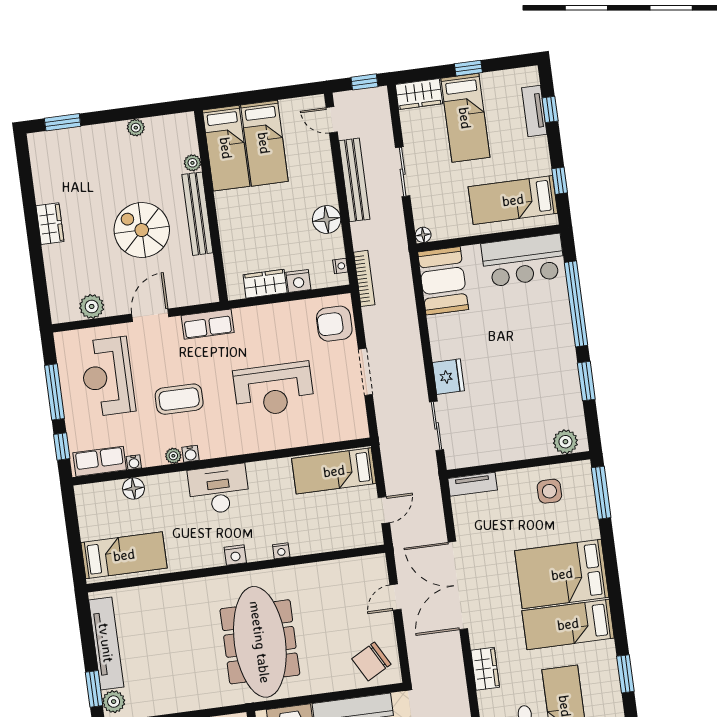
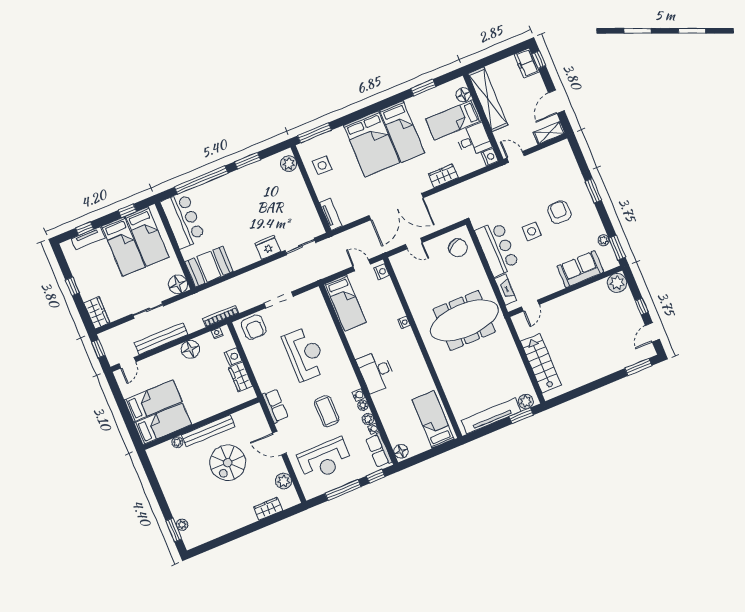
bed: (465, 118) -> (123, 246), moved, turned 90
plant: (136, 128) -> (182, 525), moved
wardrobe: (50, 224) -> (268, 509), moved
floor lamp: (423, 235) -> (178, 284), width x1.89, depth x1.89
plant: (151, 458) -> (368, 419), added
floor lamp: (133, 488) -> (401, 451), moved
nightstand: (235, 555) -> (382, 272), moved

